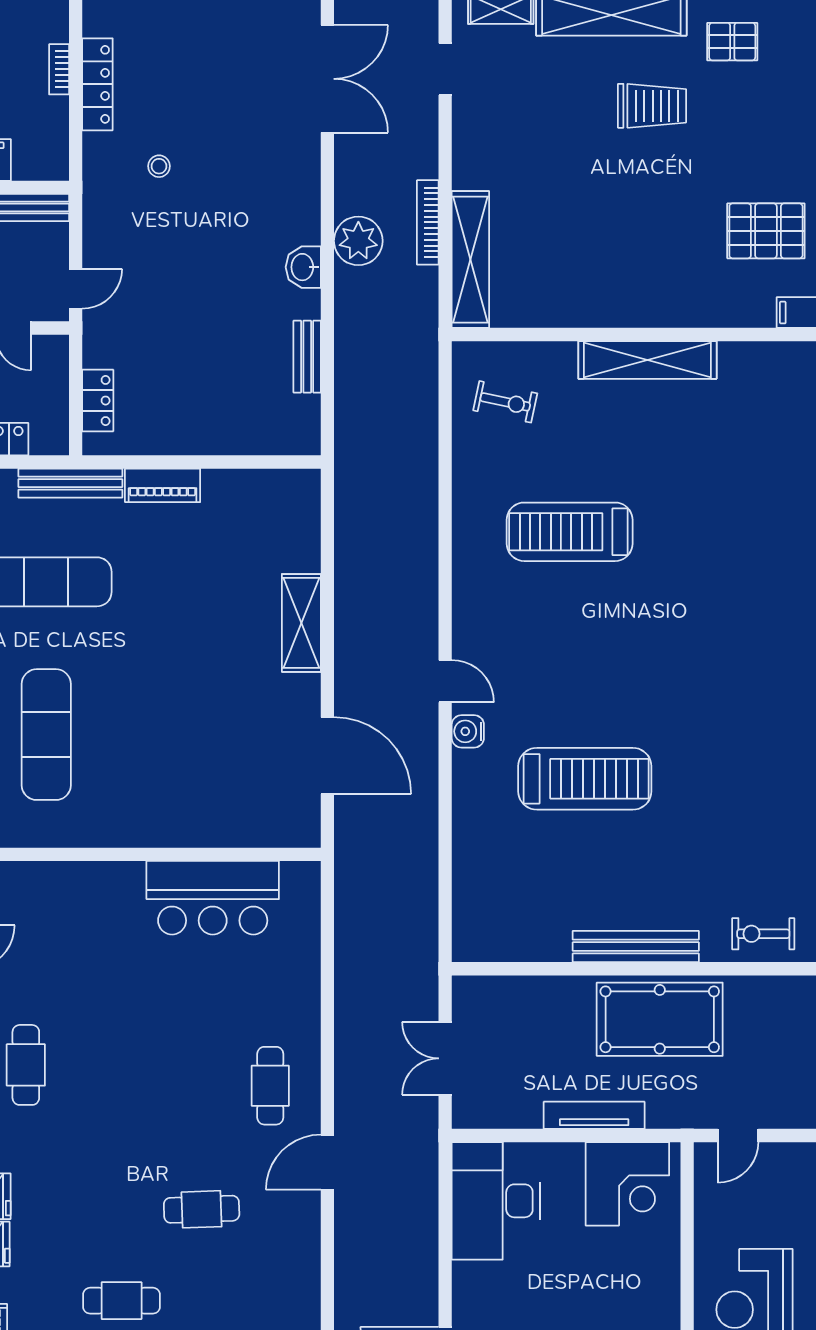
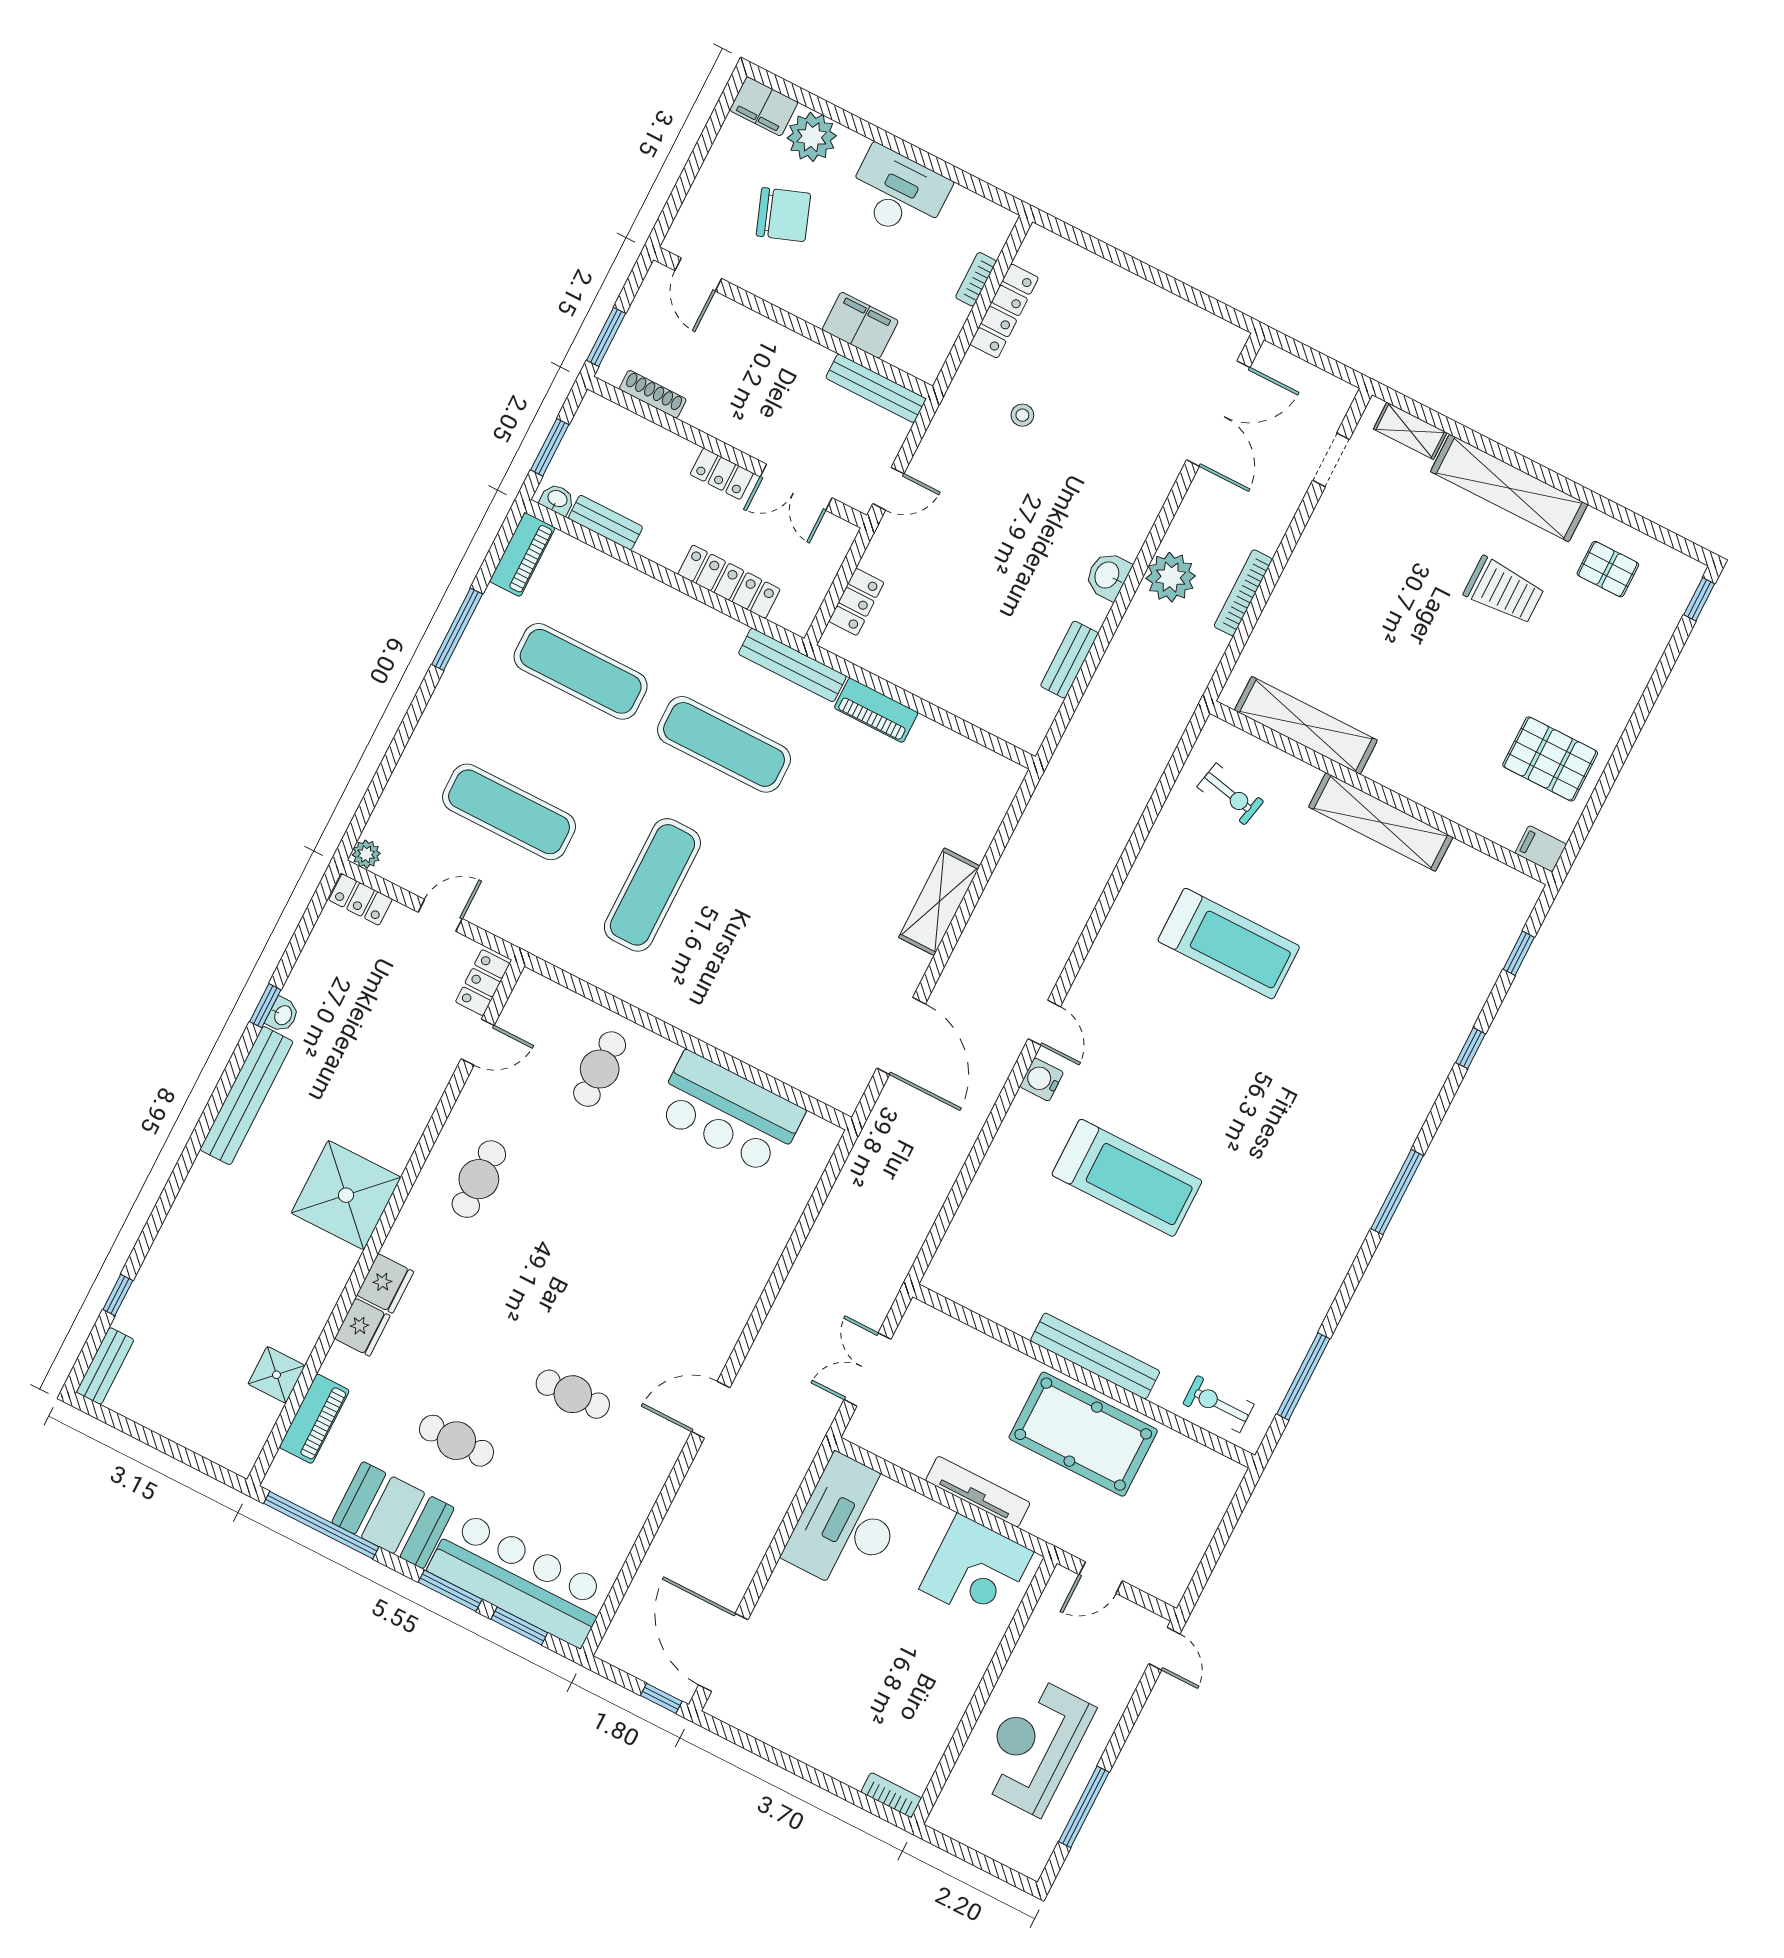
shelving: (470, 260) -> (1306, 725), moved, turned 90
treadmill: (570, 532) -> (1229, 944), turned 180
cafe table: (270, 1086) -> (600, 1069), moved

